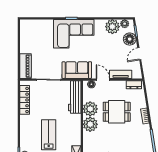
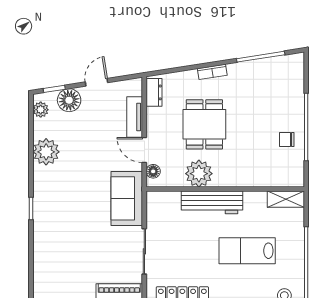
plant: (112, 27) -> (46, 152), moved
corner sofa: (74, 34) -> (59, 204), removed
door: (139, 54) -> (97, 82), swing flipped
door: (103, 80) -> (144, 150), hinge flipped
workbench: (75, 97) -> (212, 202), moved
plant: (90, 124) -> (228, 174), removed

